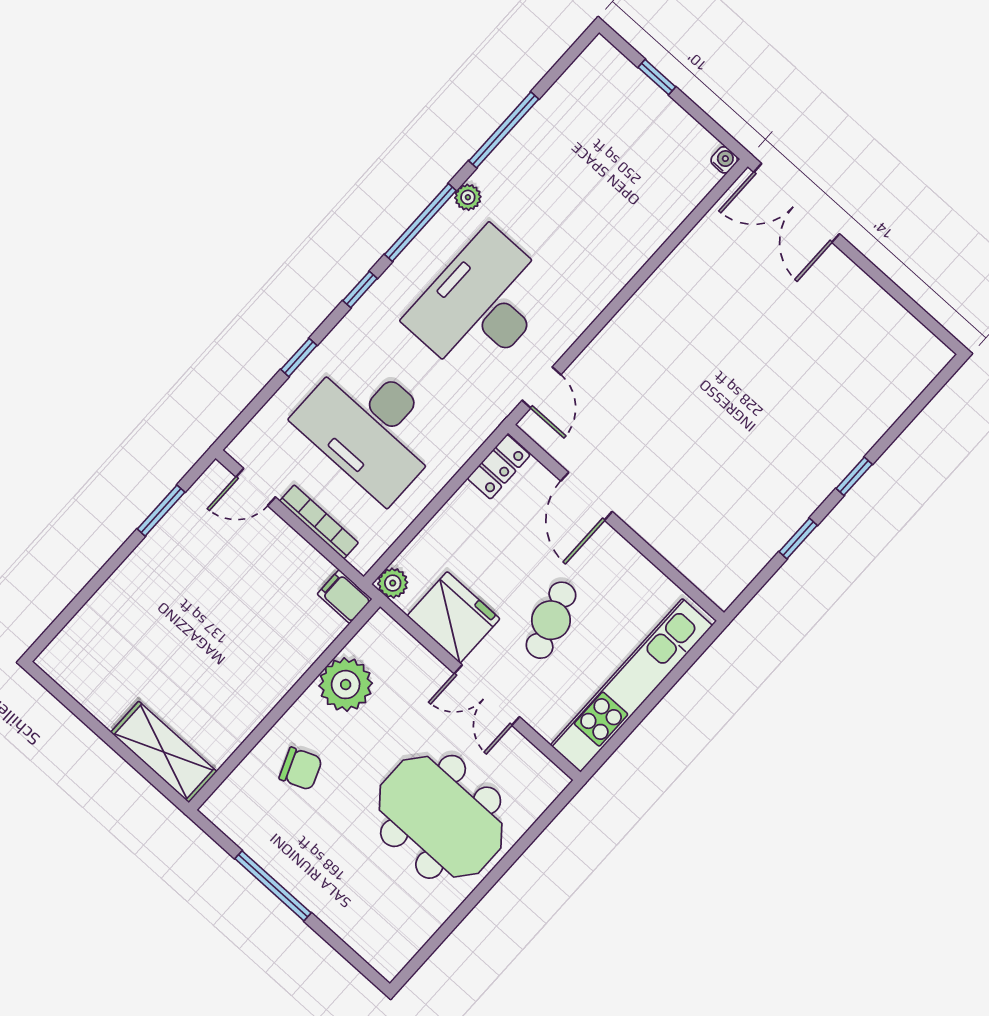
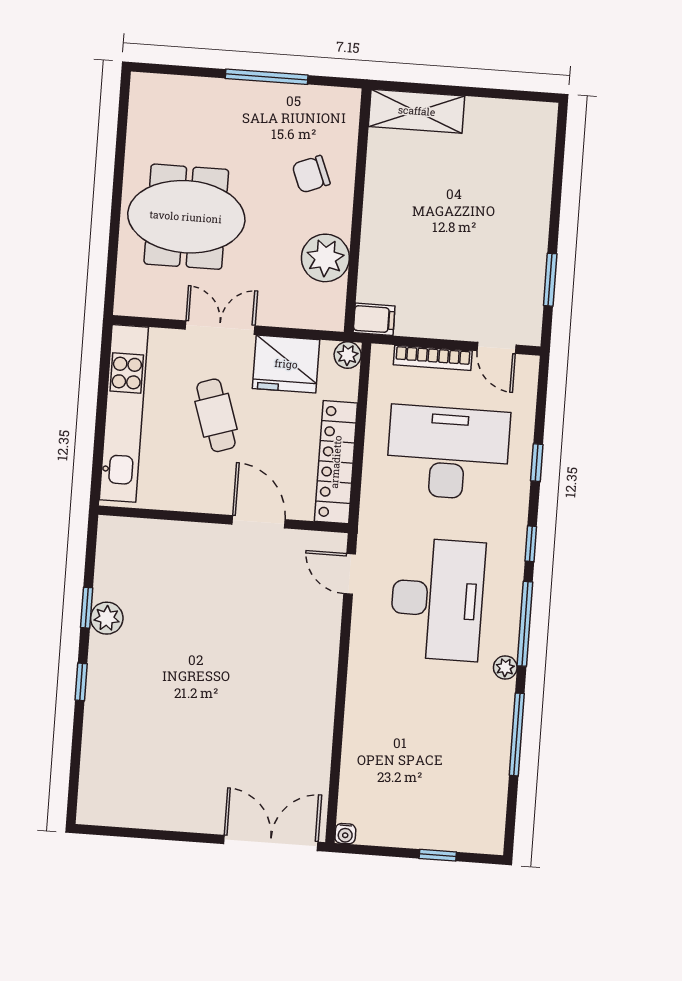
locker: (499, 467) -> (336, 462), width x2.16, depth x1.21
door: (256, 487) -> (496, 348), swing flipped
plant: (788, 515) -> (107, 618), added

